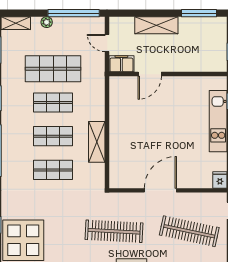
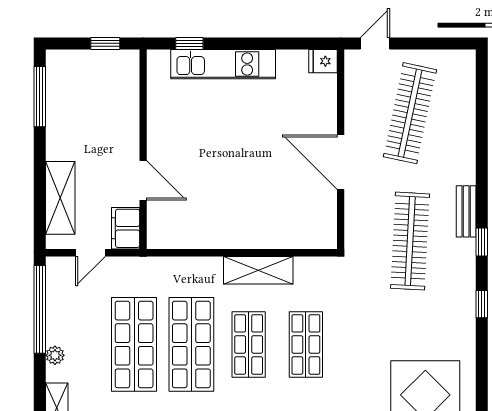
shelving: (156, 25) -> (60, 198), moved
shop shelf: (53, 102) -> (191, 344), width x1.43, depth x1.36

